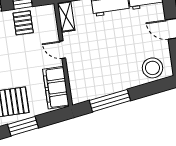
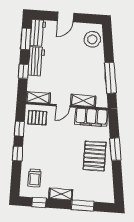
pallet: (23, 23) -> (37, 118), moved
shelving: (74, 73) -> (83, 101), added

